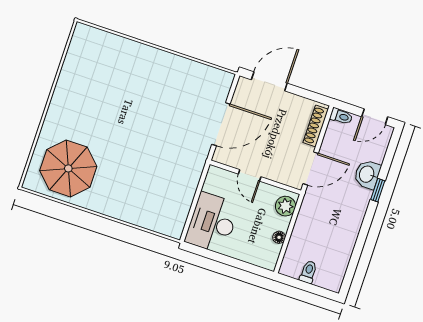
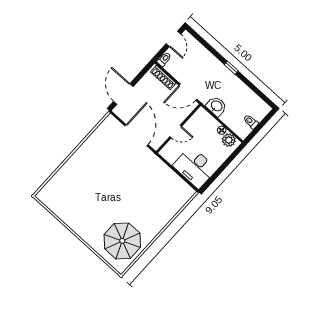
door: (311, 168) -> (188, 92), swing flipped
washbasin: (367, 174) -> (216, 106), moved, turned 180
window: (378, 190) -> (231, 68), moved
plant: (286, 206) -> (229, 140), moved

